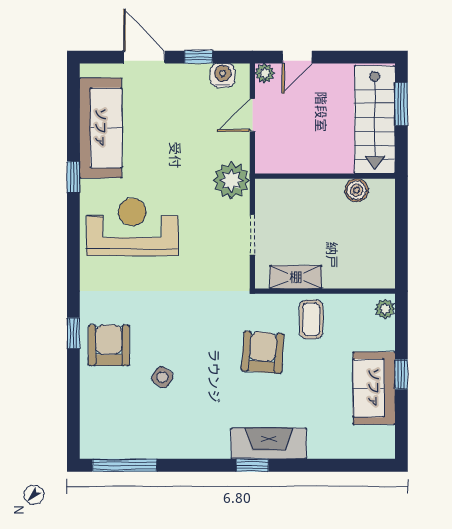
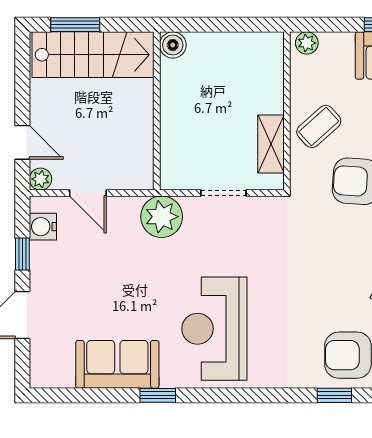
sofa: (101, 128) -> (117, 364), width x0.73
boiler: (357, 190) -> (173, 45), moved
coffee table: (311, 319) -> (319, 126), turned -42

